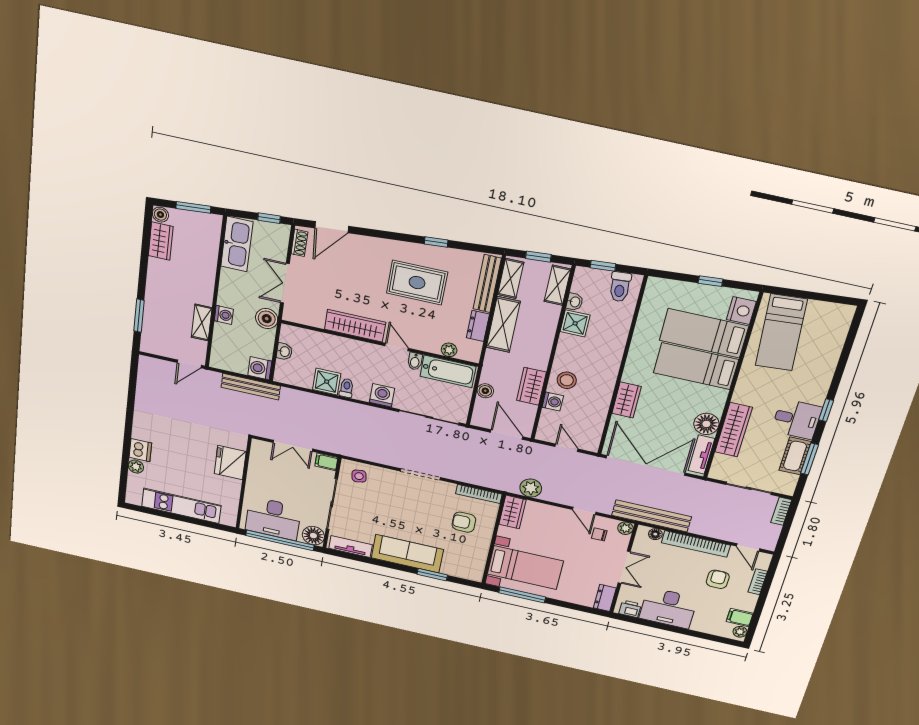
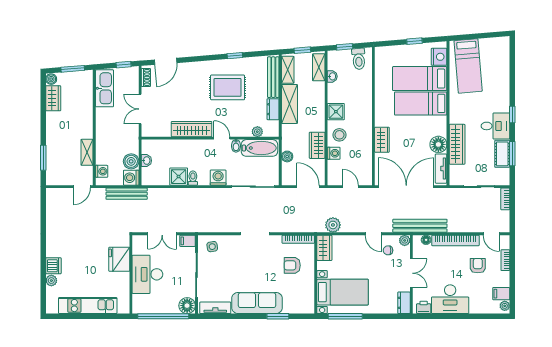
washing machine: (224, 315) -> (102, 171), moved
boiler: (267, 319) -> (131, 161), moved
shower: (575, 323) -> (336, 112), moved
desk: (273, 518) -> (147, 274), moved, turned 90

